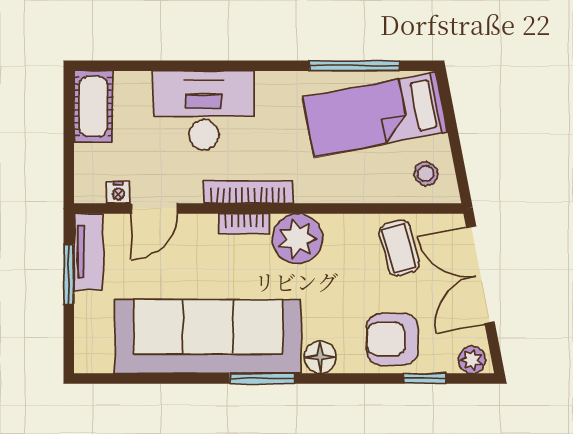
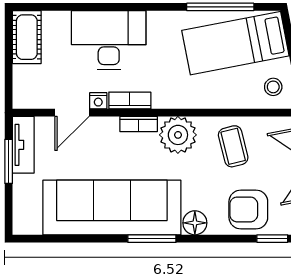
nightstand: (118, 192) -> (98, 101), moved
bookcase: (248, 192) -> (130, 100), width x0.64
coffee table: (399, 248) -> (233, 146), moved

